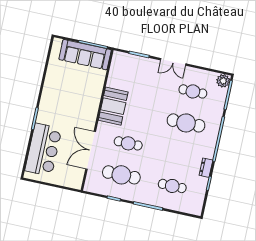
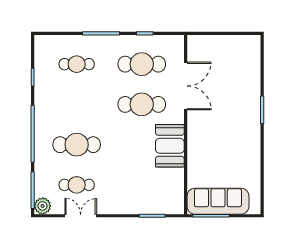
double door: (173, 62) -> (81, 216), moved
cafe table: (128, 143) -> (142, 104), width x1.37, depth x1.35
bar counter: (43, 150) -> (244, 74), removed
dresser: (206, 168) -> (40, 95), removed

